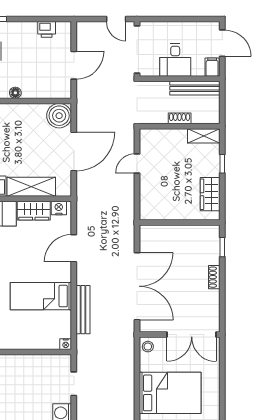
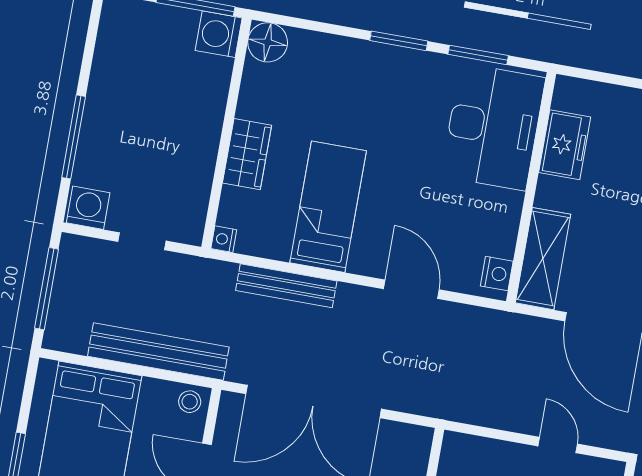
shelving: (31, 187) -> (543, 259), moved
wardrobe: (34, 211) -> (247, 154), moved, turned 180
bench: (126, 366) -> (158, 352), added

